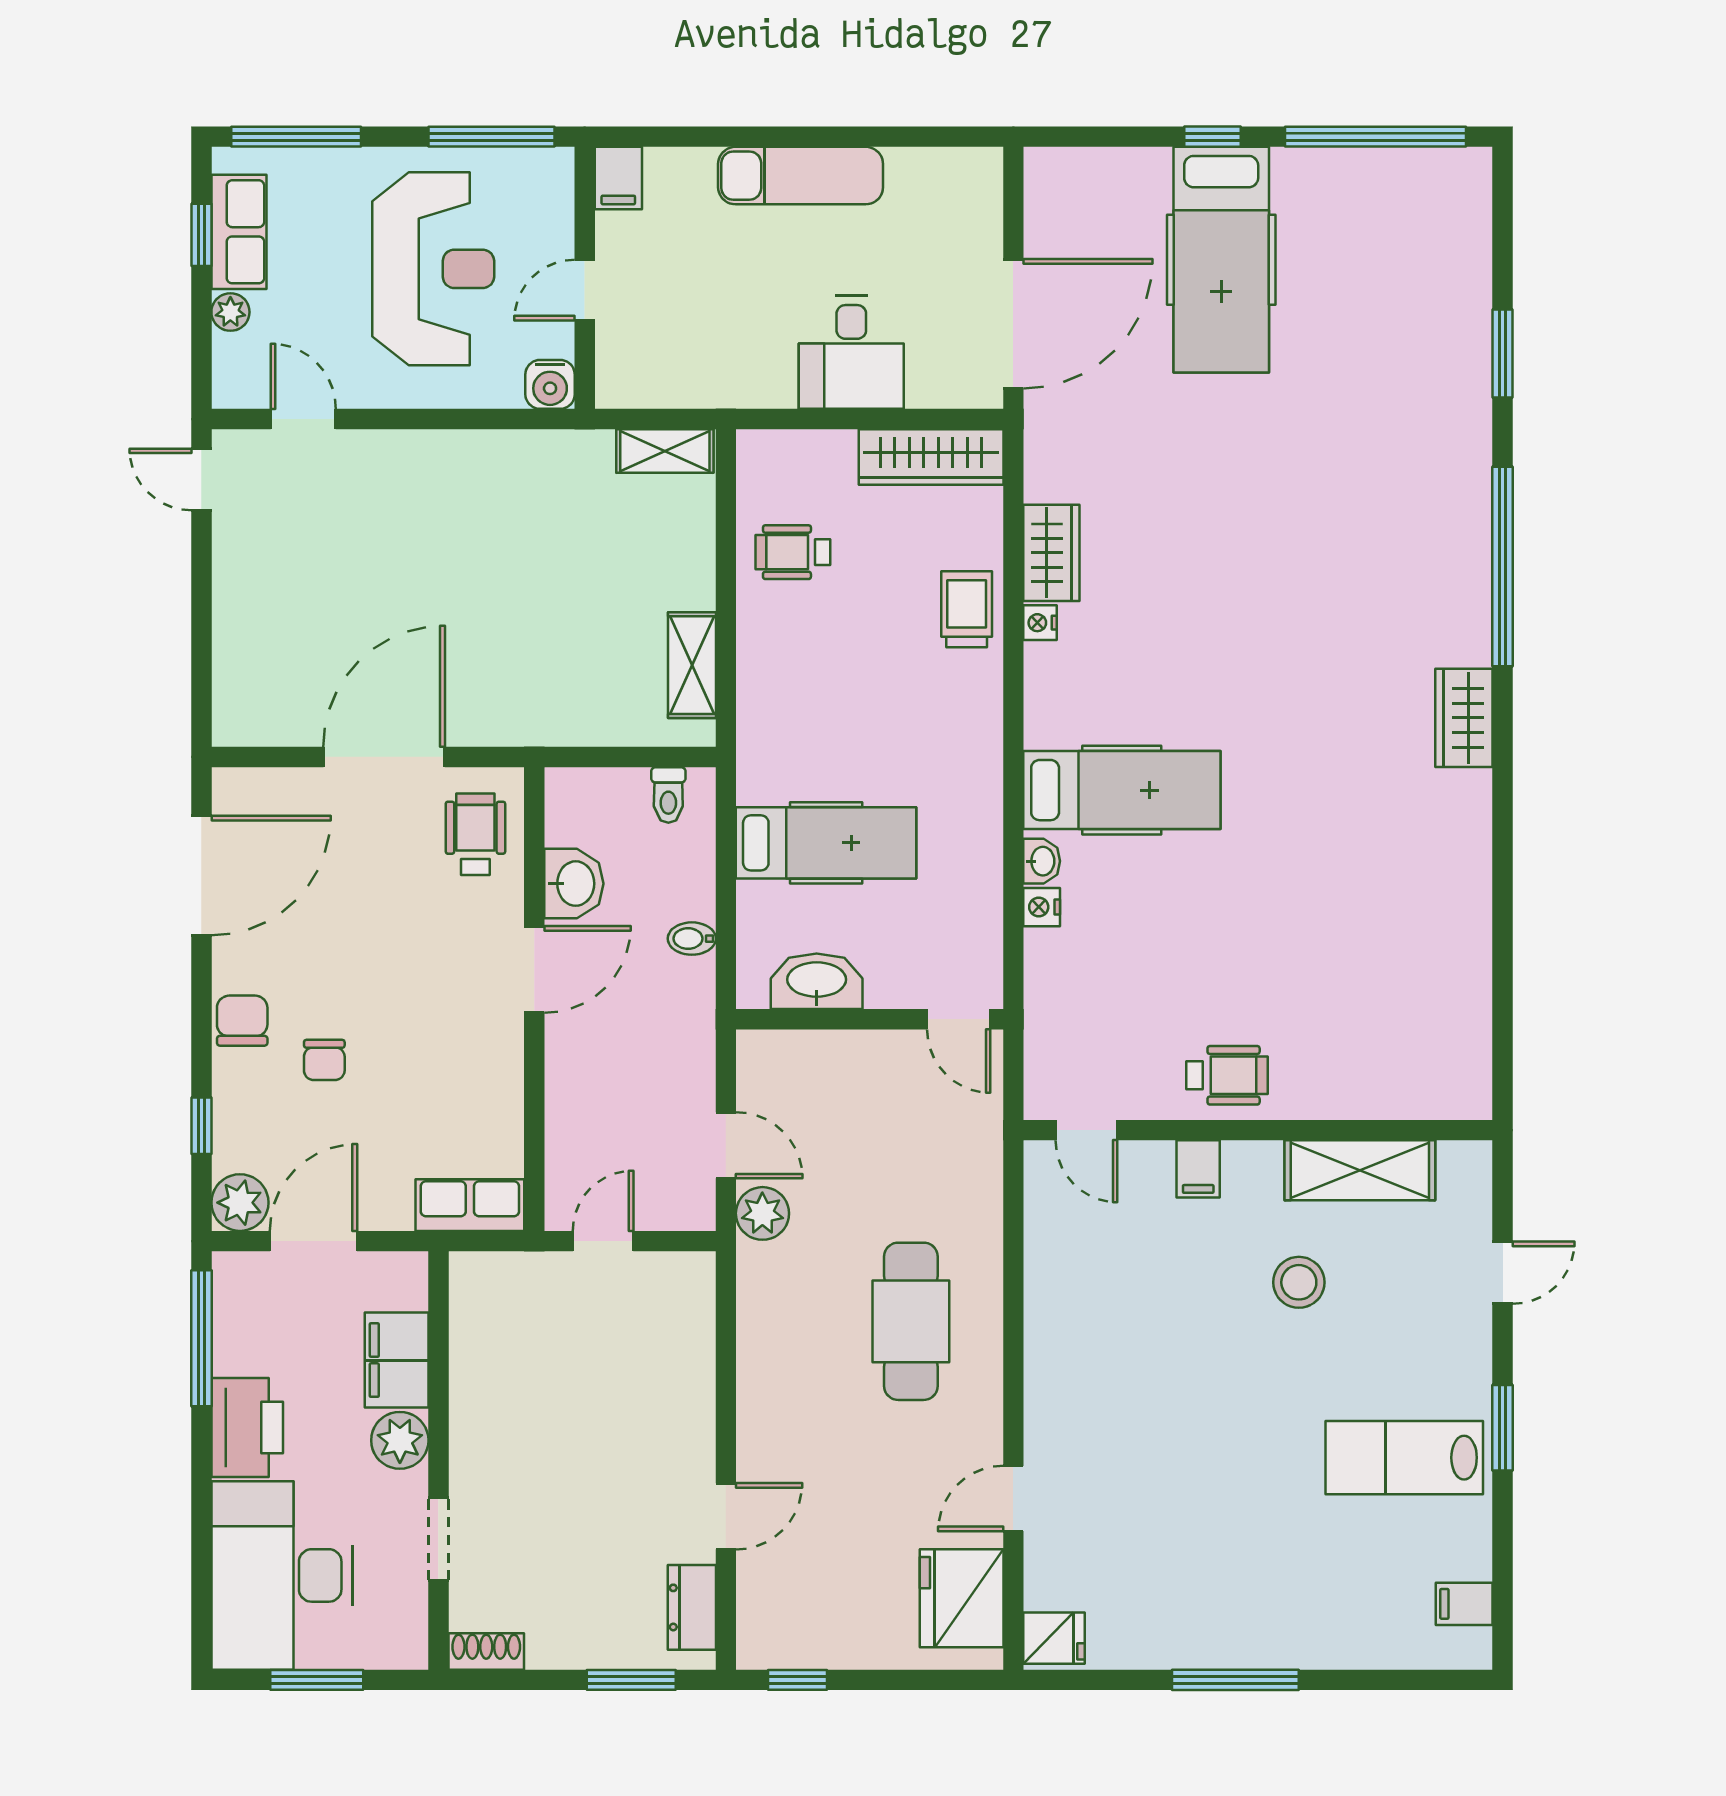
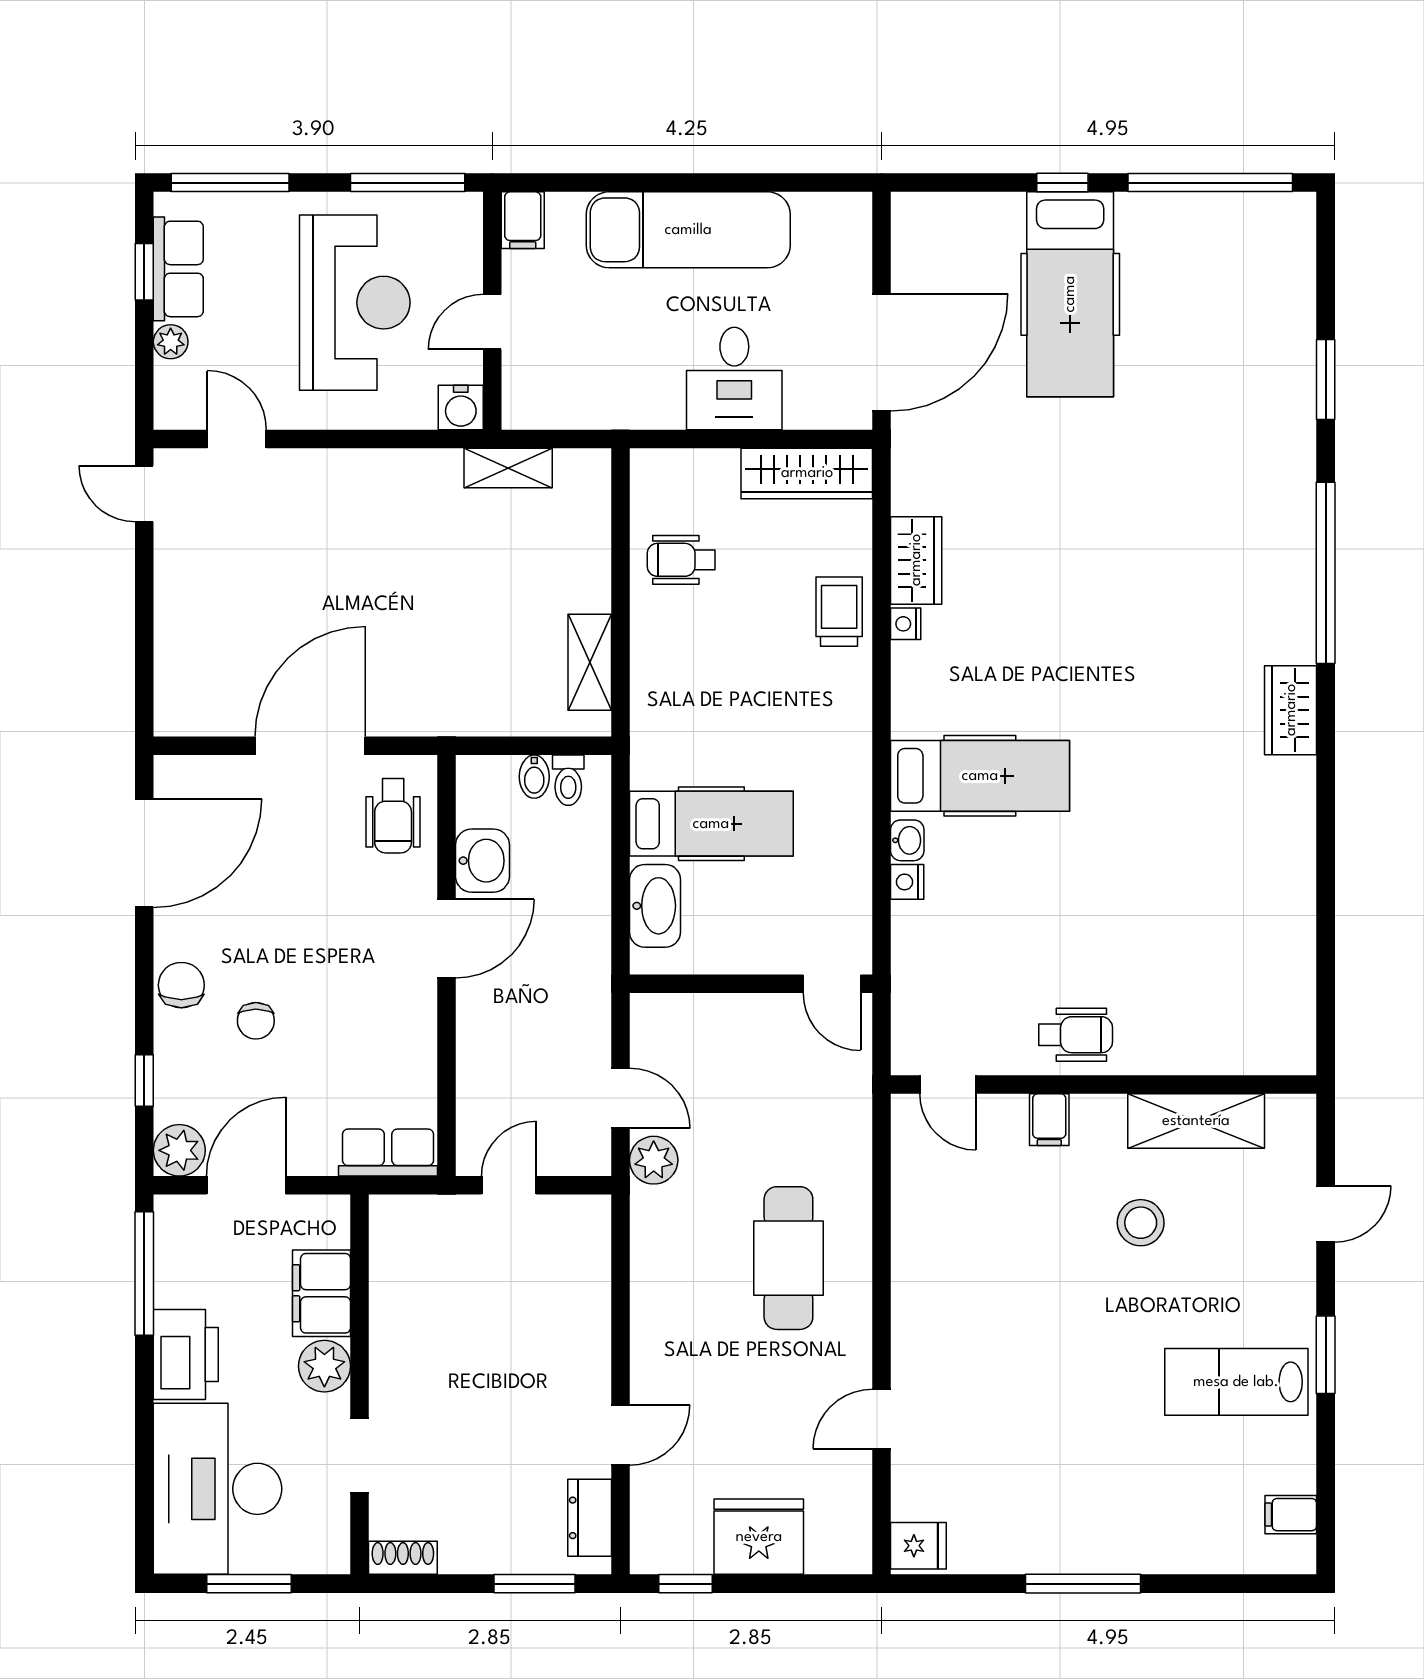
exam couch: (801, 176) -> (688, 230), width x1.36, depth x1.45
shelving: (665, 451) -> (508, 468), moved
wheelchair: (475, 834) -> (393, 816), turned 180
bidet: (692, 939) -> (534, 777), moved, turned -90
washbasin: (817, 981) -> (655, 906), moved, turned 90
fridge: (962, 1598) -> (759, 1537), moved, turned 90

